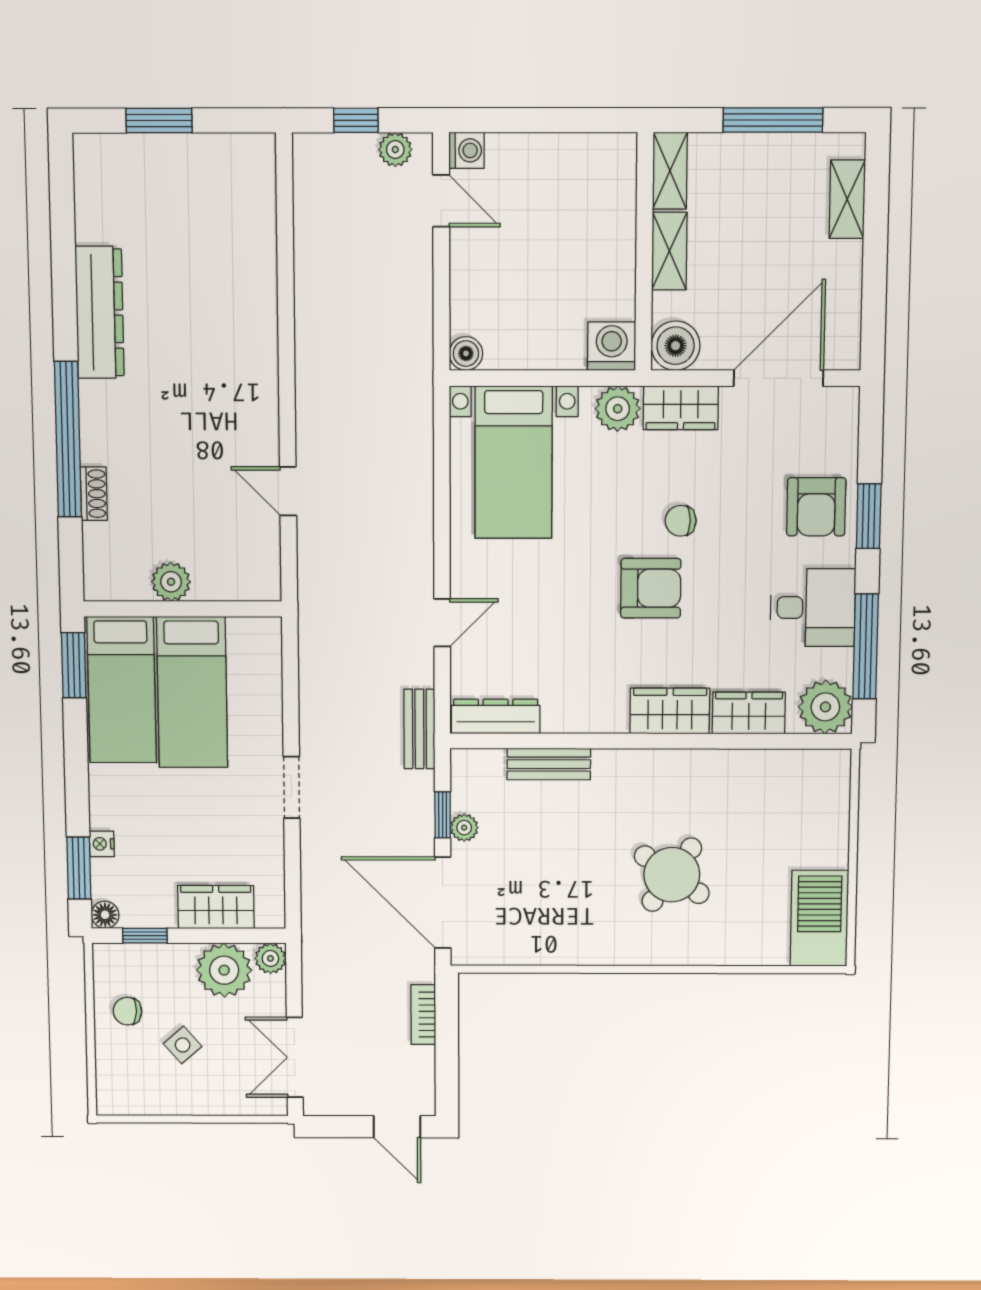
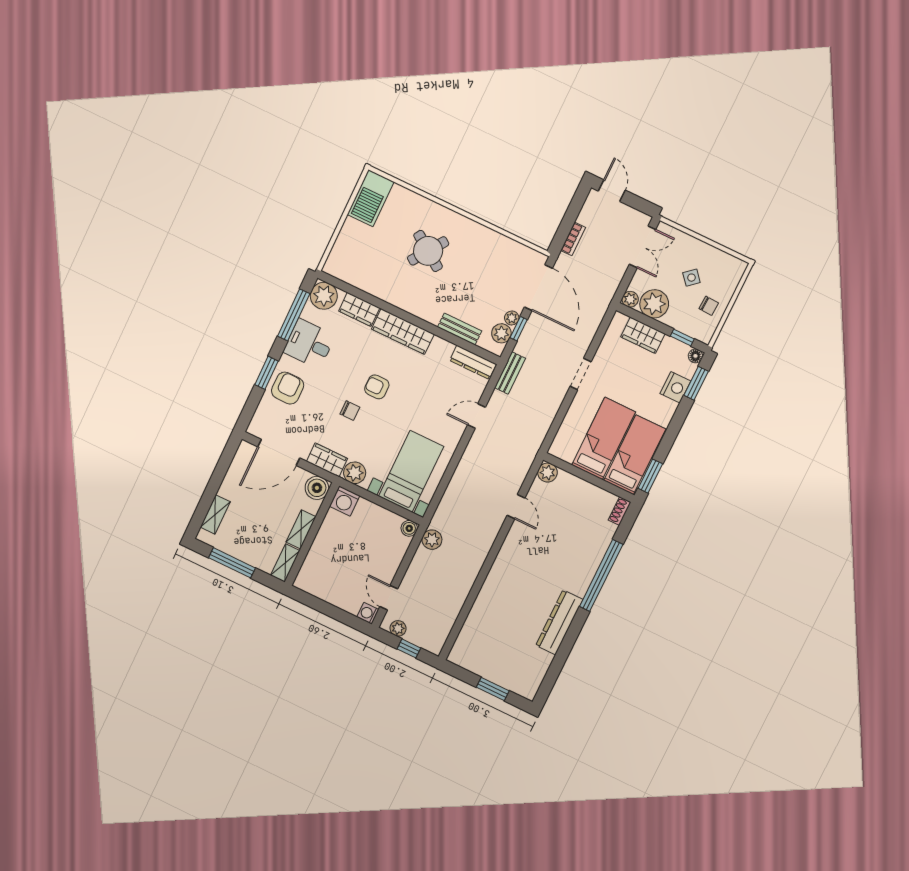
plant: (413, 353) -> (432, 540), added
shoe rack: (94, 494) -> (620, 511), moved
plant: (171, 582) -> (547, 473), moved
armchair: (651, 588) -> (377, 387), width x0.72, depth x0.72
wardrobe: (670, 711) -> (403, 332), width x1.50
plant: (469, 792) -> (501, 333), added
nightstand: (102, 844) -> (675, 387), width x1.89, depth x1.79

